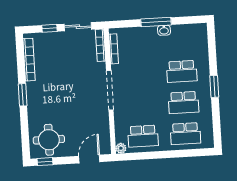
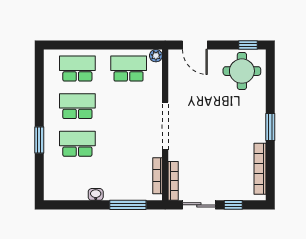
window: (156, 22) -> (128, 205), moved
window: (214, 86) -> (39, 140), moved
door: (89, 159) -> (195, 45), hinge flipped

